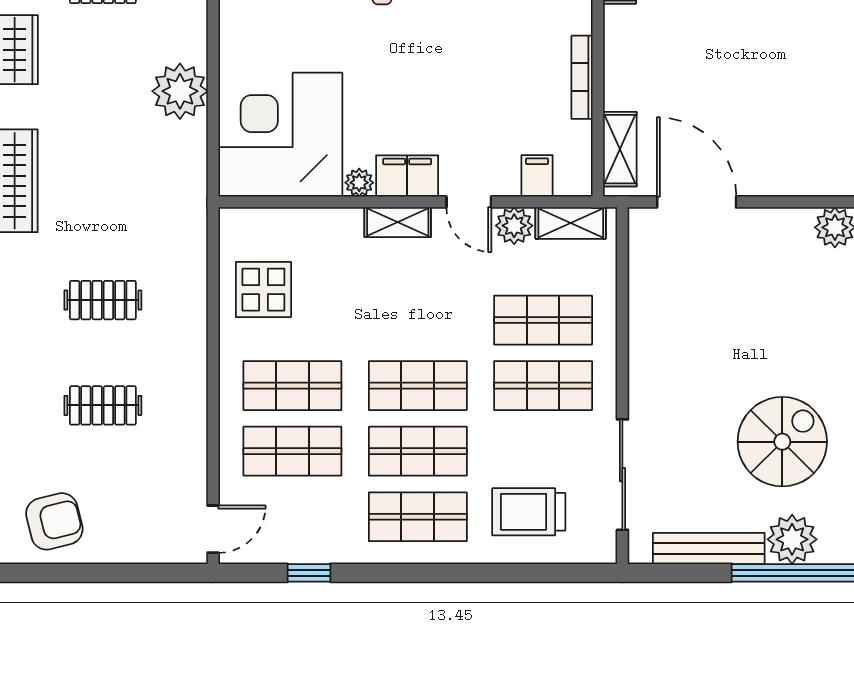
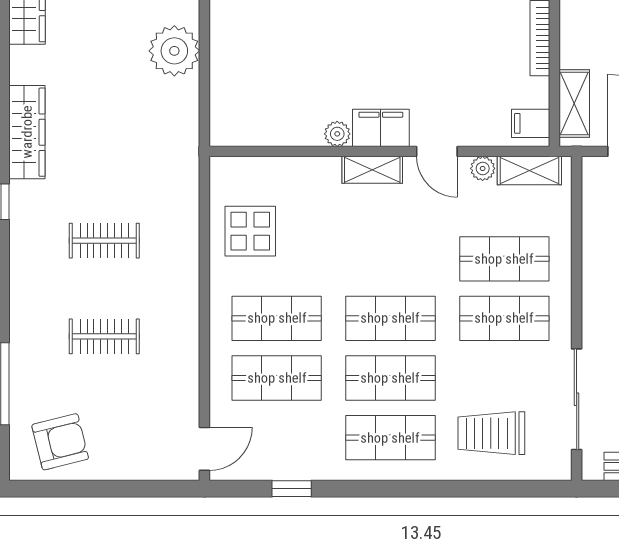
corner desk: (280, 135) -> (266, 90), removed
filing cabinet: (537, 176) -> (531, 123), moved, turned -90
plant: (514, 226) -> (483, 168), width x0.73, depth x0.73

